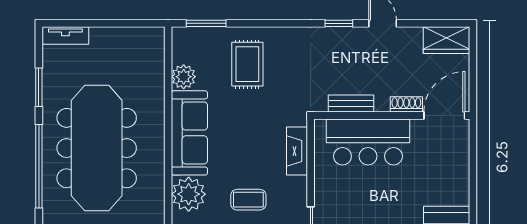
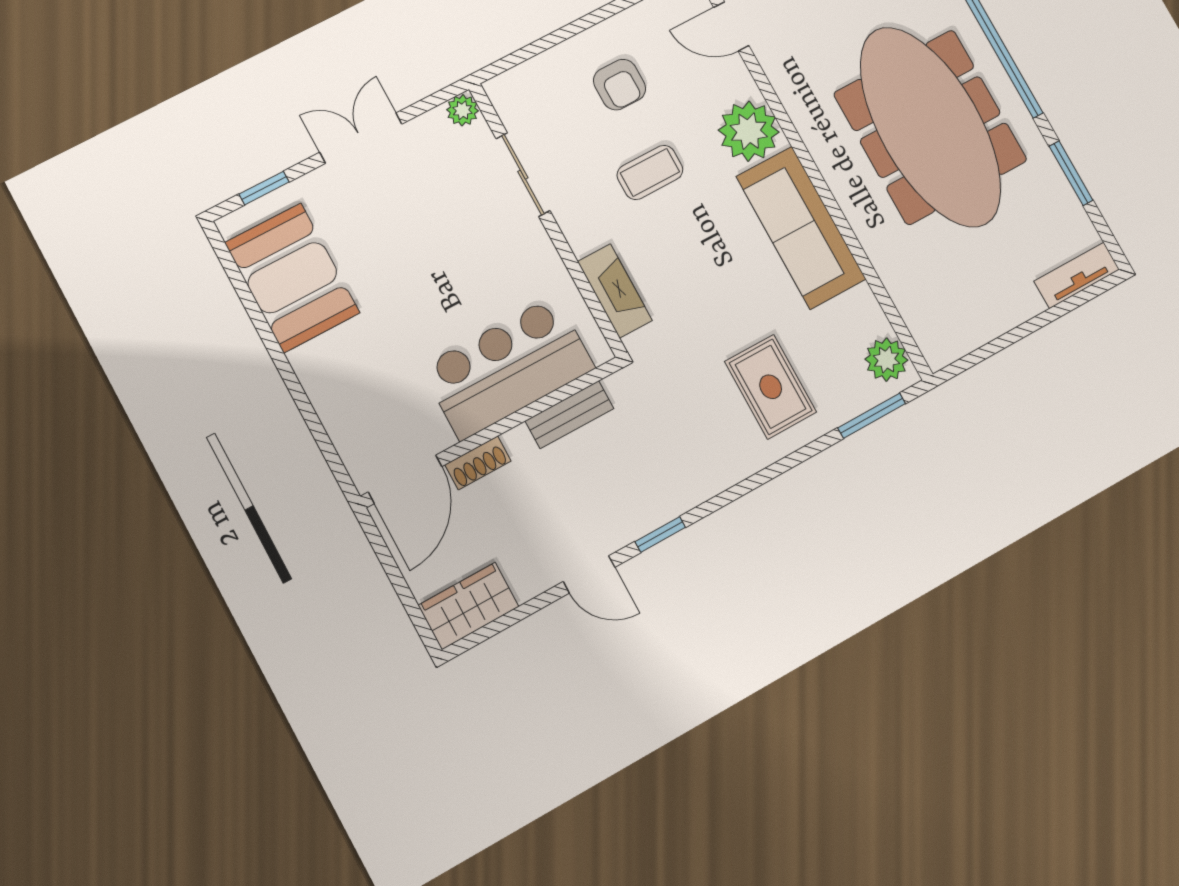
plant: (184, 77) -> (886, 360), moved

